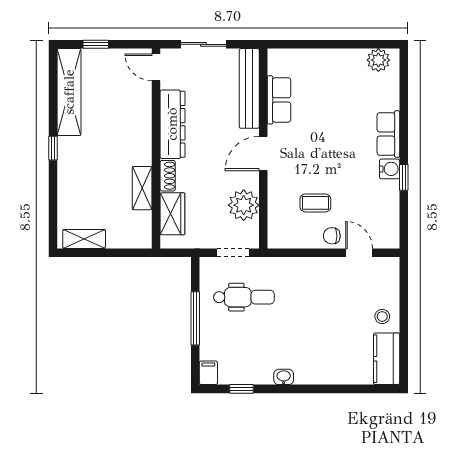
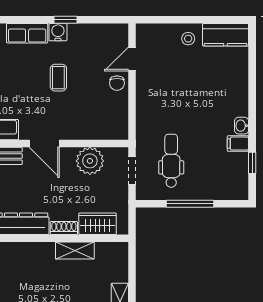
coffee table: (315, 203) -> (58, 78), moved
filing cabinet: (208, 373) -> (238, 144), moved

